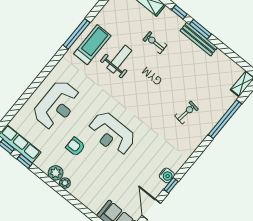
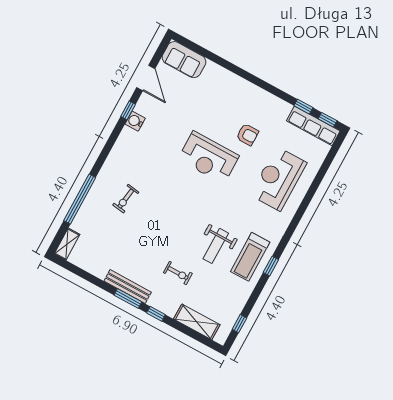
window: (77, 34) -> (271, 266), width x0.46
reception desk: (112, 134) -> (208, 158), turned 180
plant: (56, 173) -> (265, 100), removed
plant: (65, 183) -> (252, 90), removed

